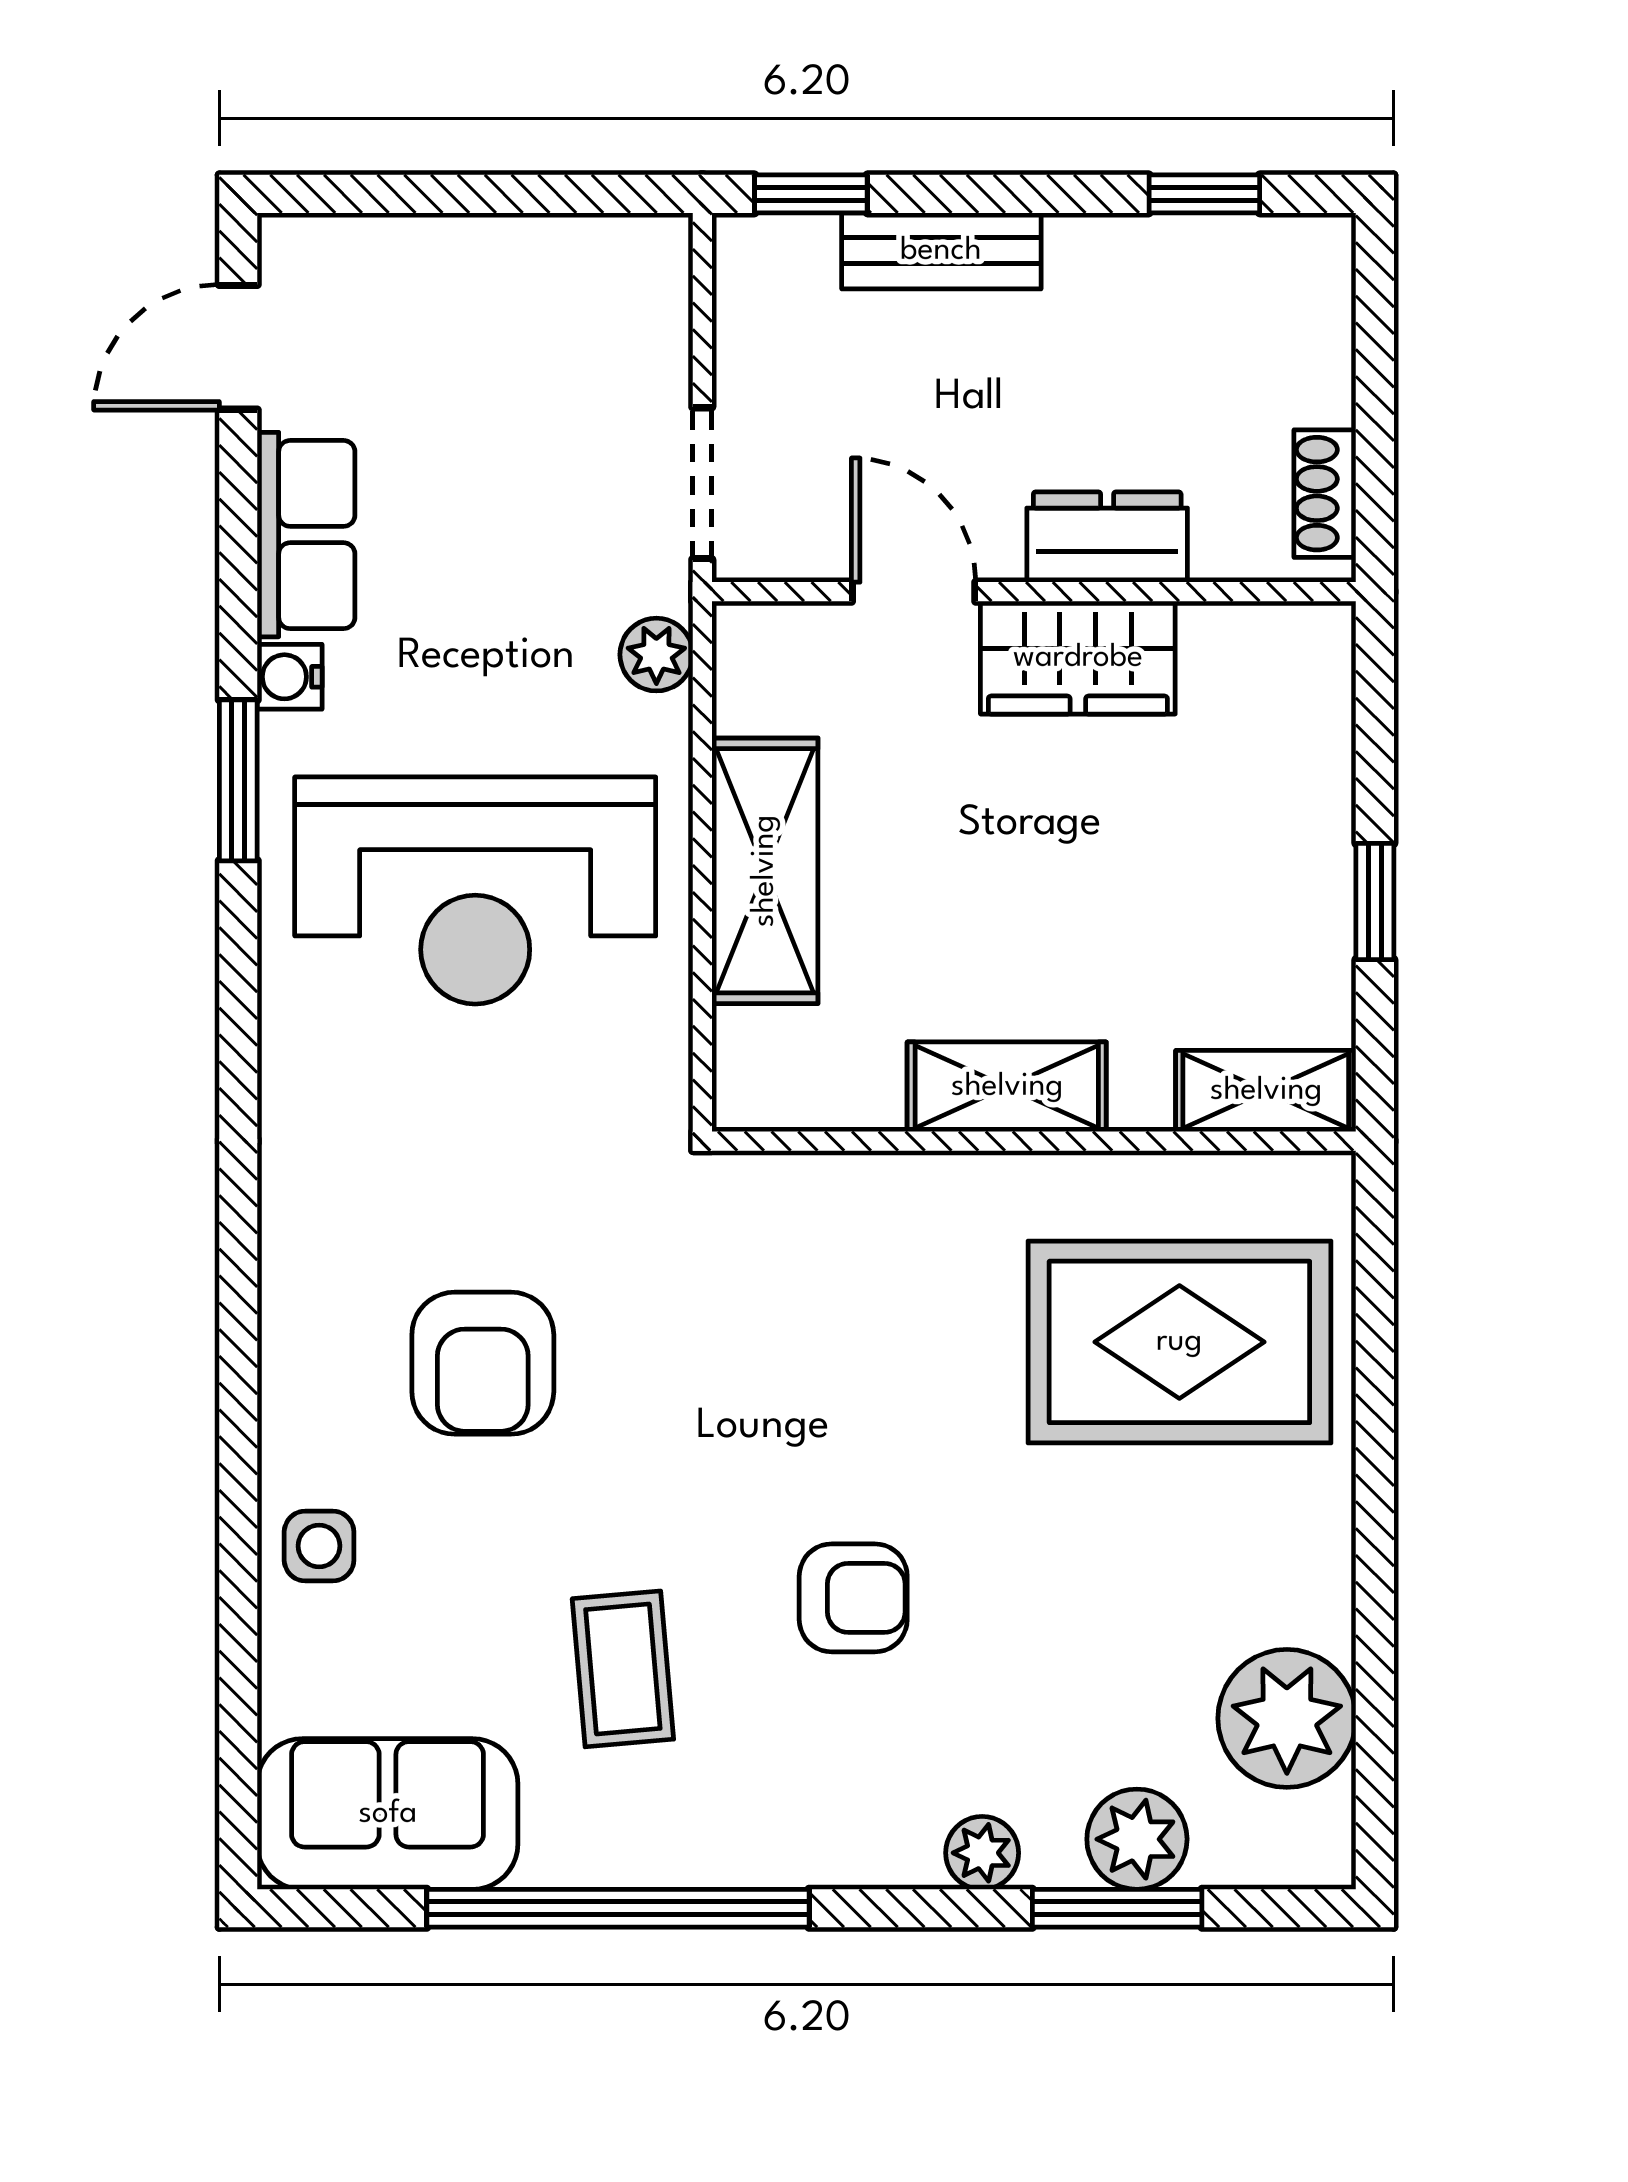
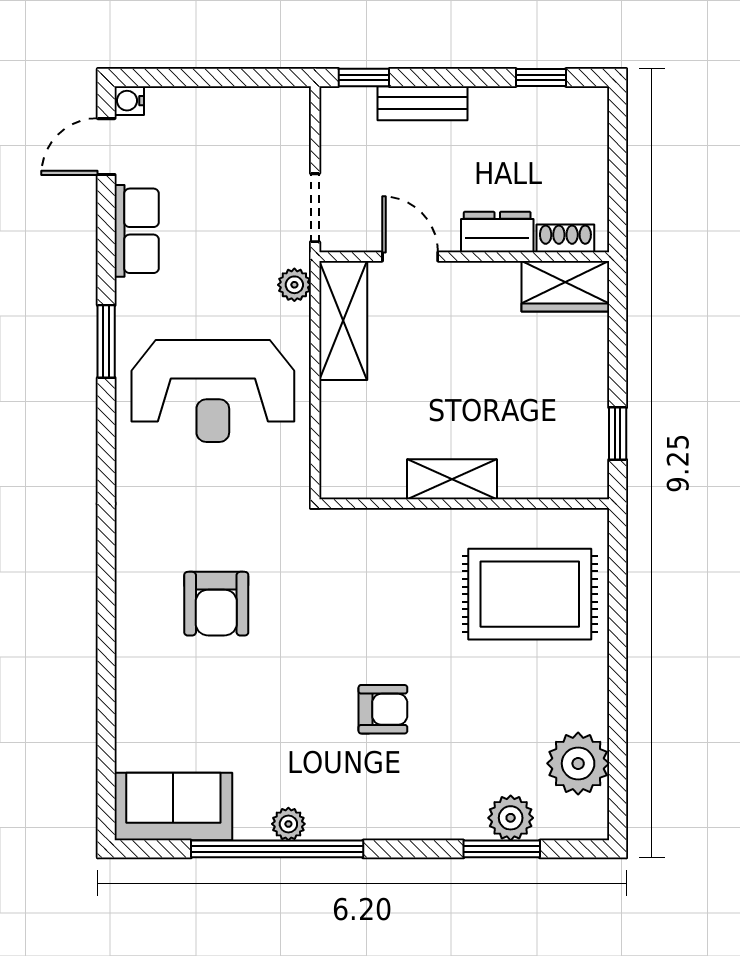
shoe rack: (1325, 494) -> (565, 238), moved, turned 90
wardrobe: (1078, 658) -> (565, 286), moved
water cooler: (290, 677) -> (129, 101), moved
shelving: (765, 871) -> (343, 320), moved
window: (1375, 901) -> (618, 434), moved
shelving: (1266, 1091) -> (569, 481), removed
side table: (319, 1546) -> (143, 686), removed
coffee table: (623, 1669) -> (279, 741), removed
plant: (982, 1853) -> (288, 824), moved

